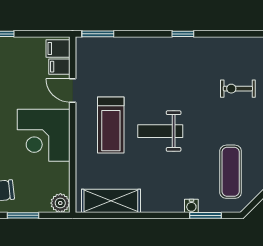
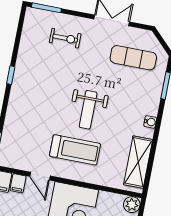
exercise bike: (238, 89) -> (65, 38), turned -90
door: (73, 90) -> (40, 176), hinge flipped
water cooler: (191, 206) -> (150, 122), moved

